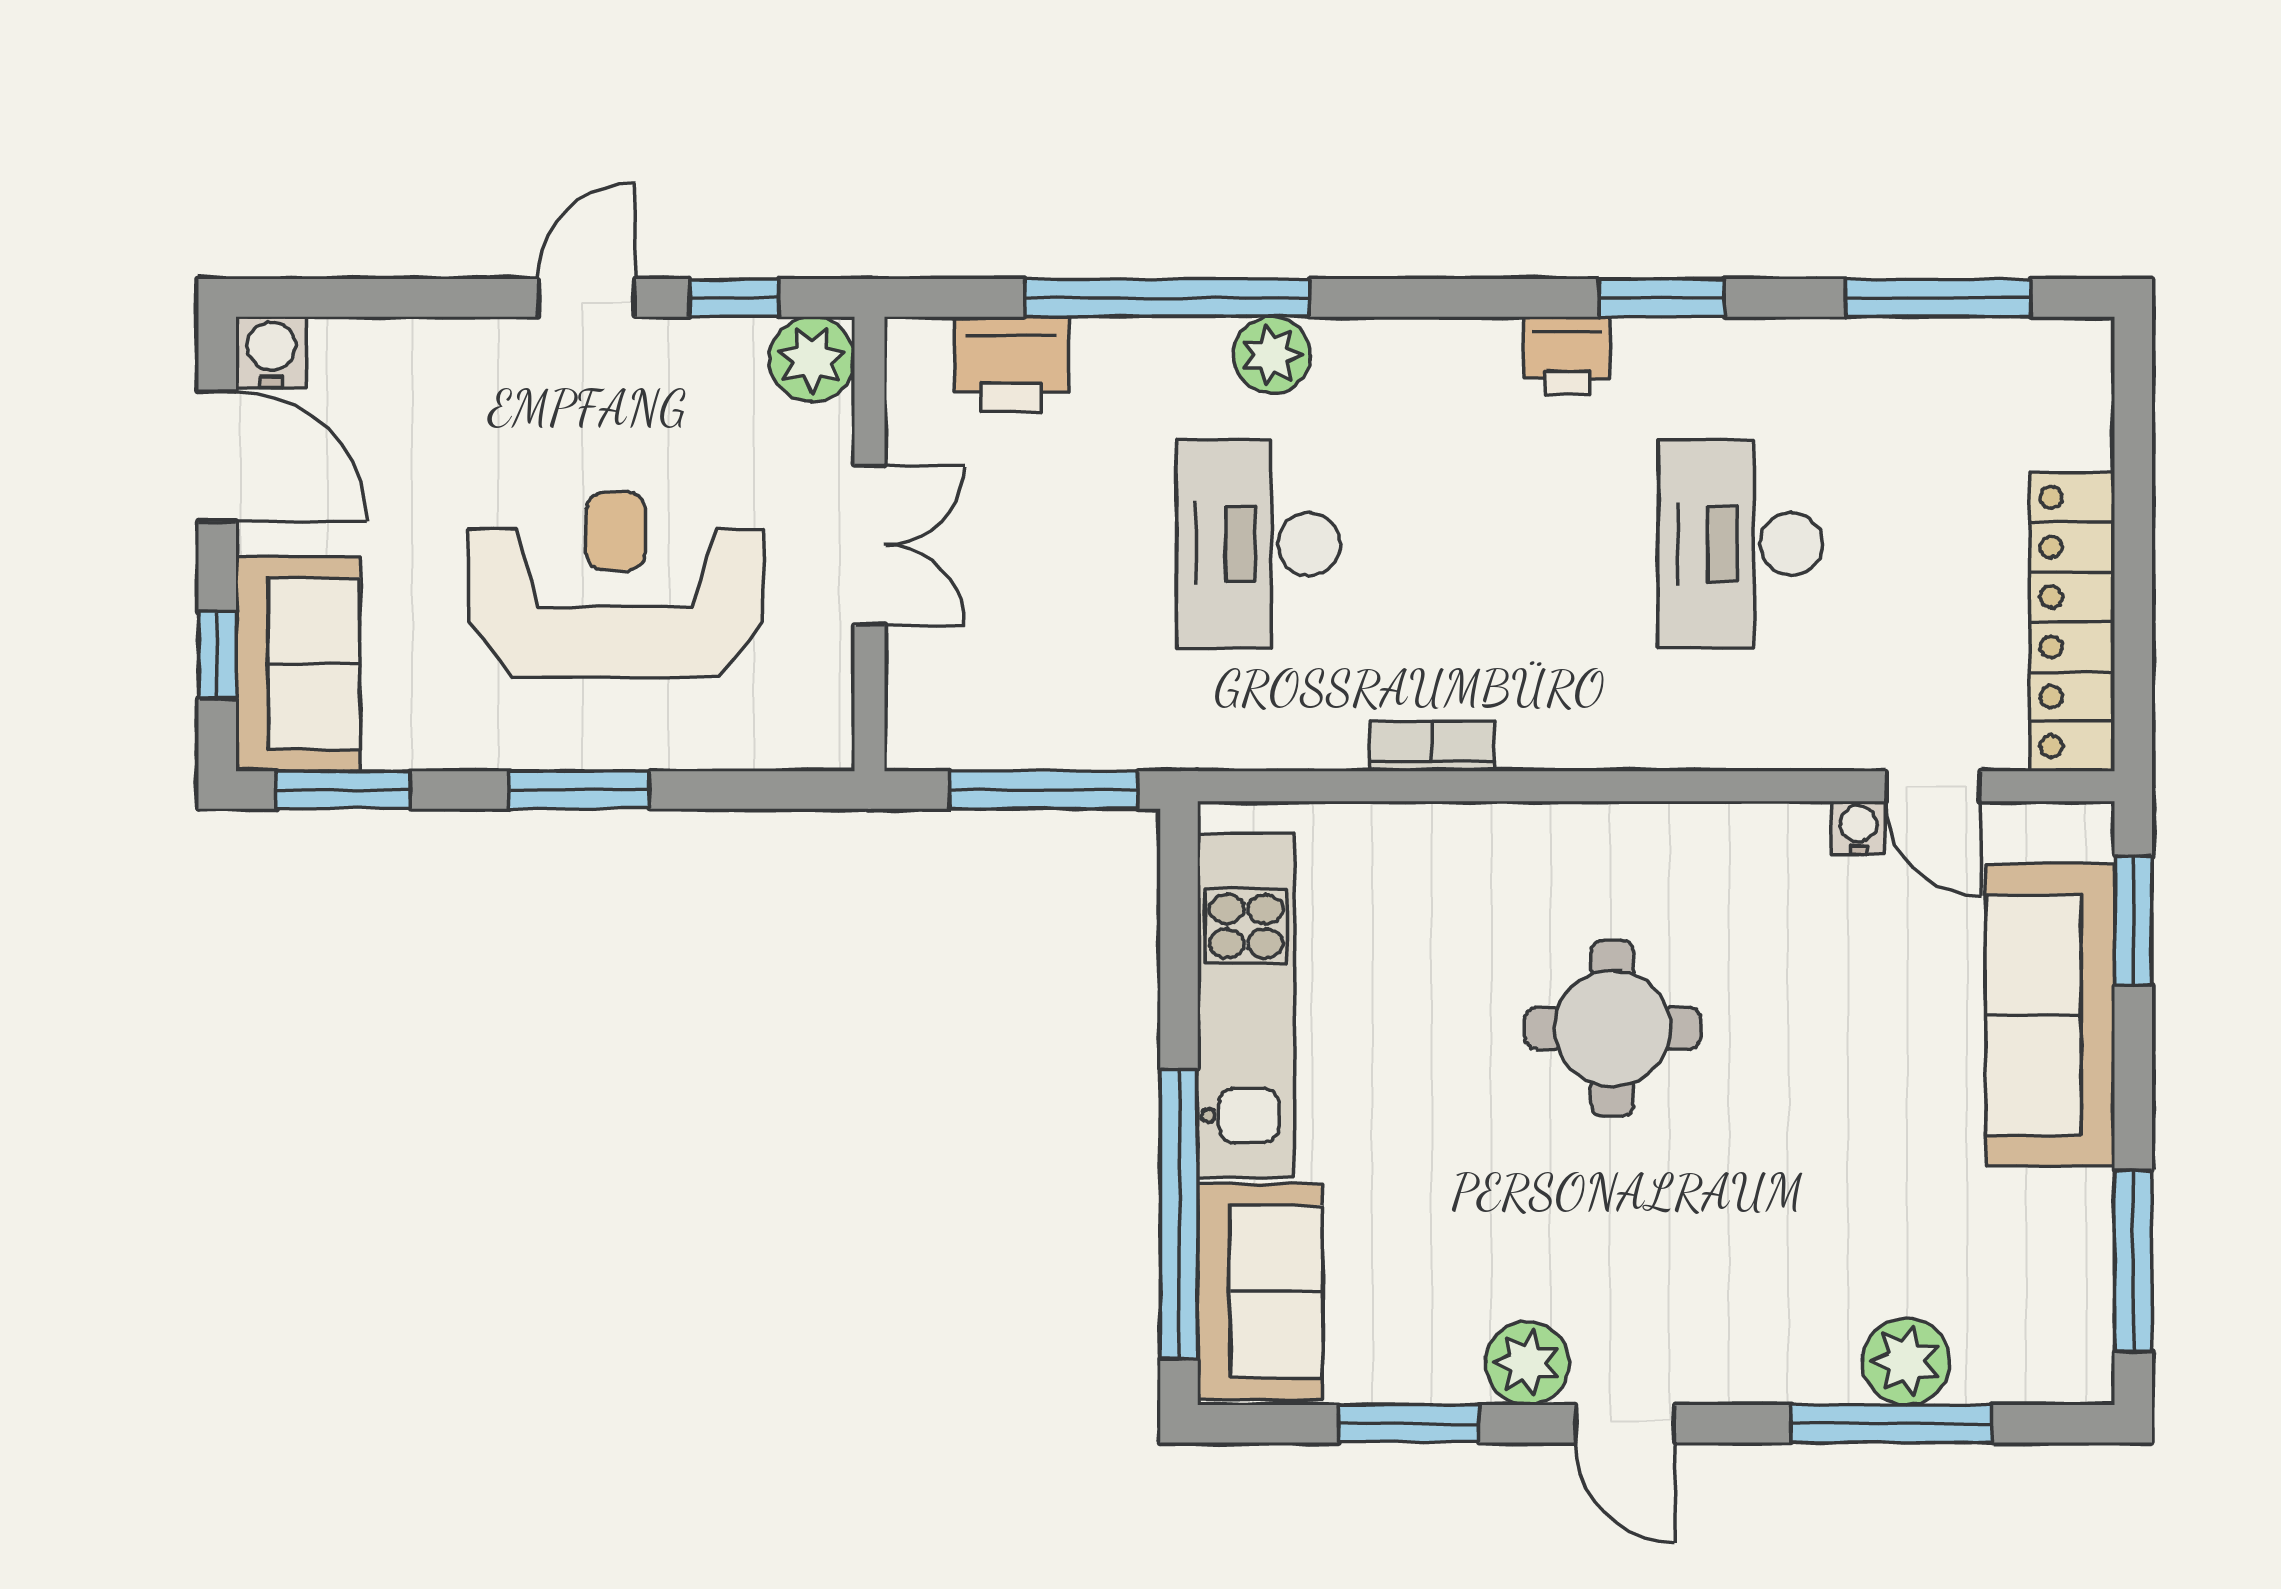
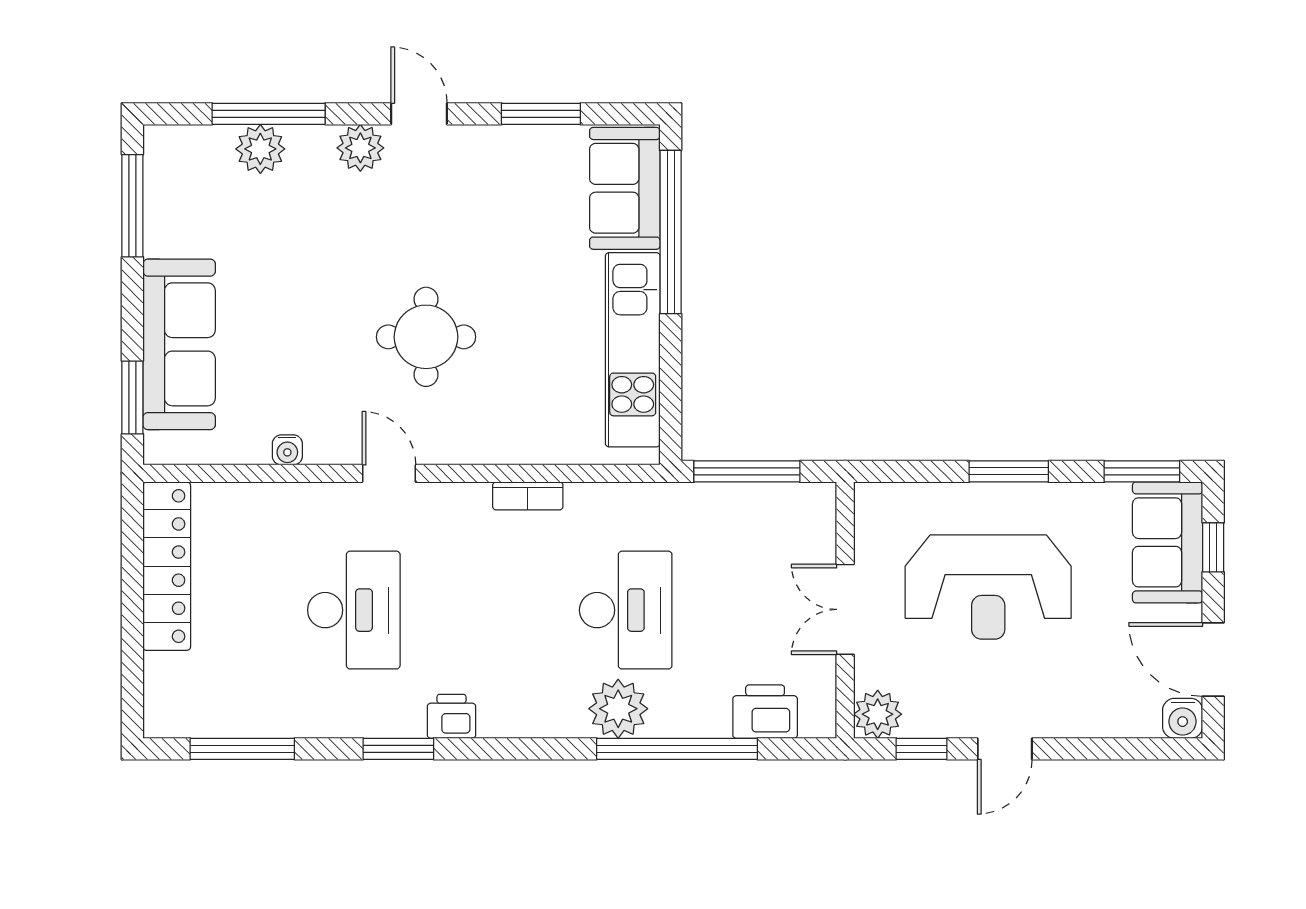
plant: (1272, 355) -> (618, 709), width x1.36, depth x1.36
door: (1933, 786) -> (389, 473), moved
plant: (1527, 1363) -> (360, 148), moved

